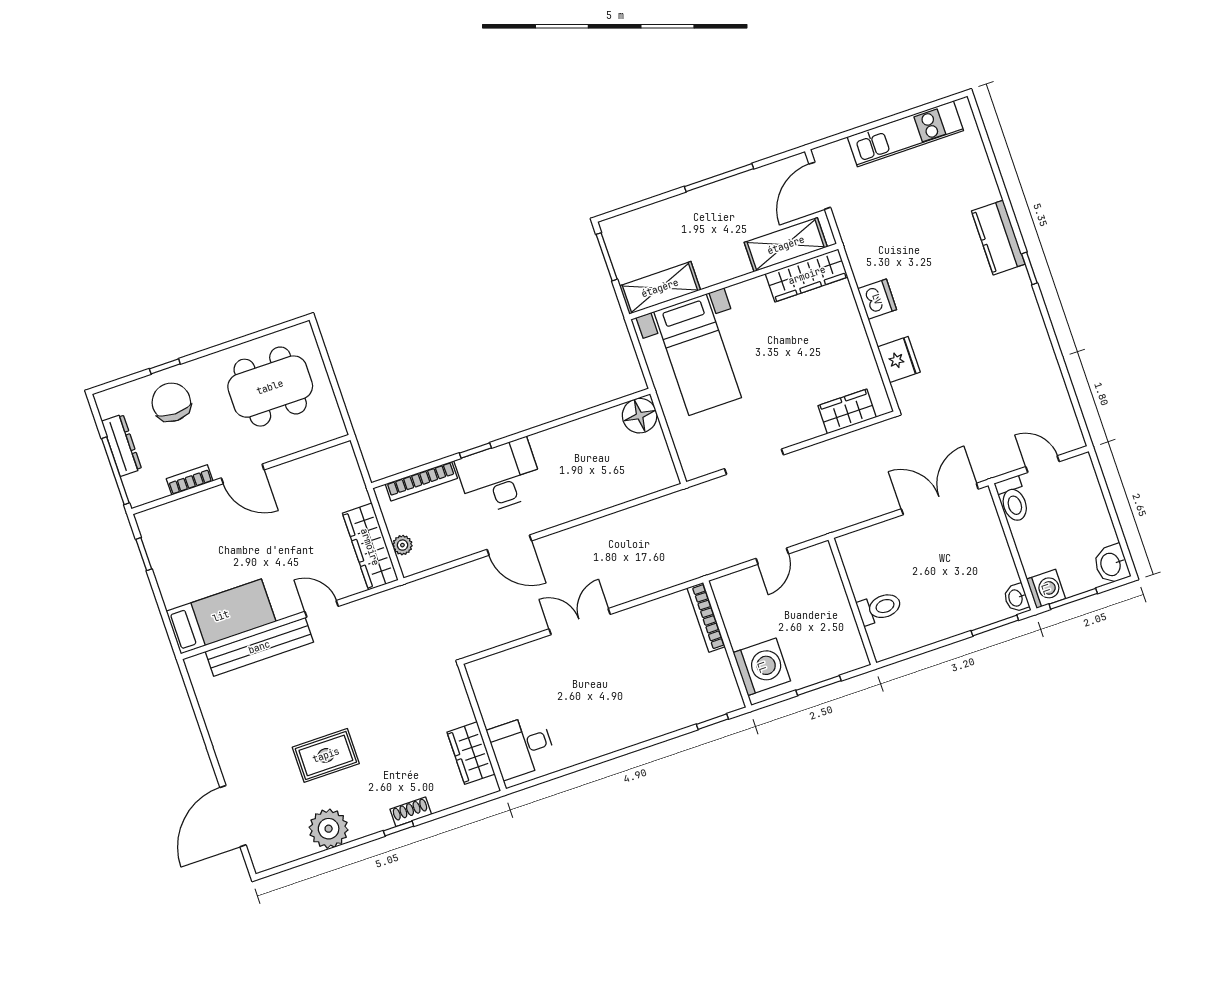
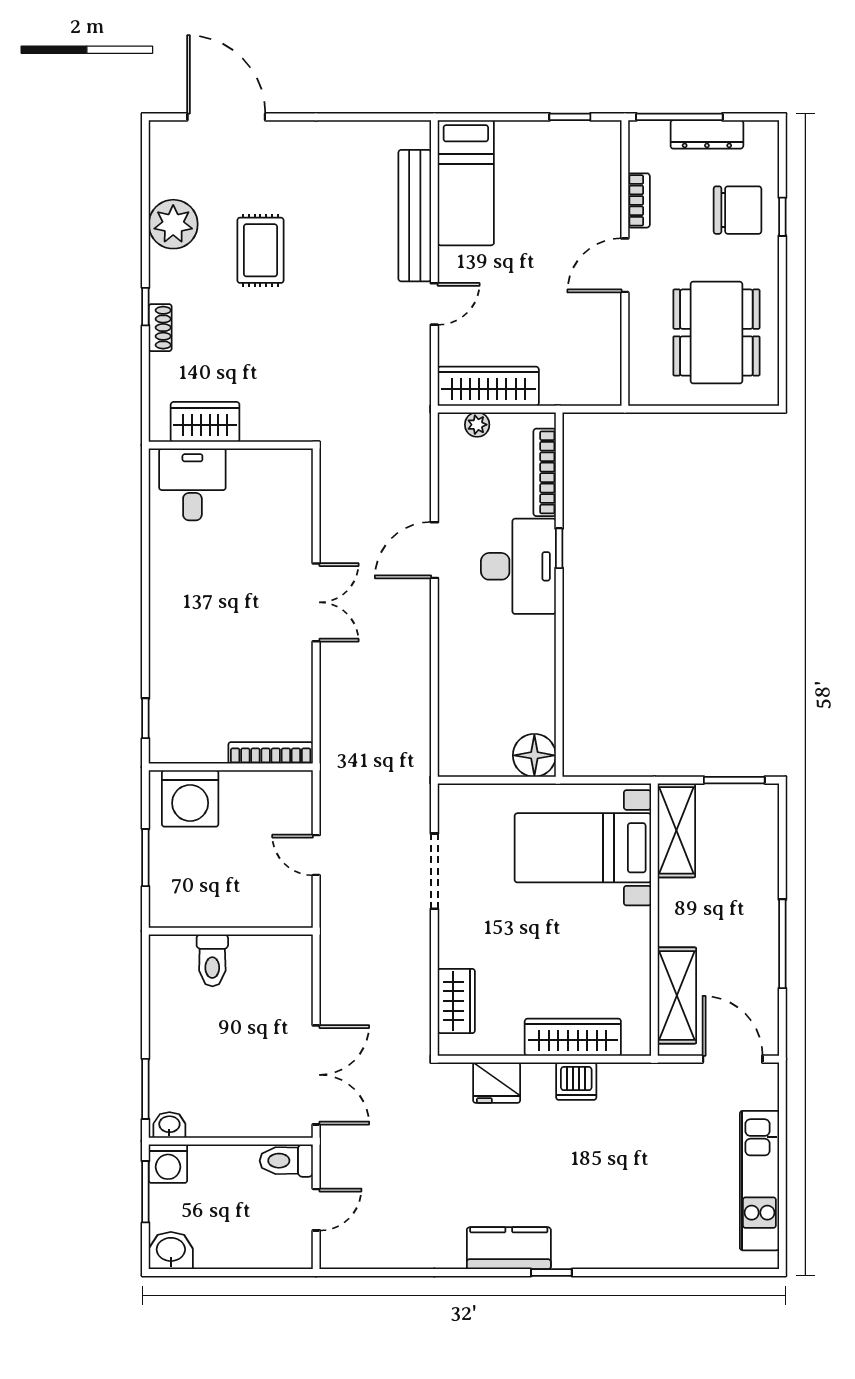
kitchen counter: (998, 238) -> (509, 1248), moved
wardrobe: (807, 275) -> (573, 1037), moved, turned 90

